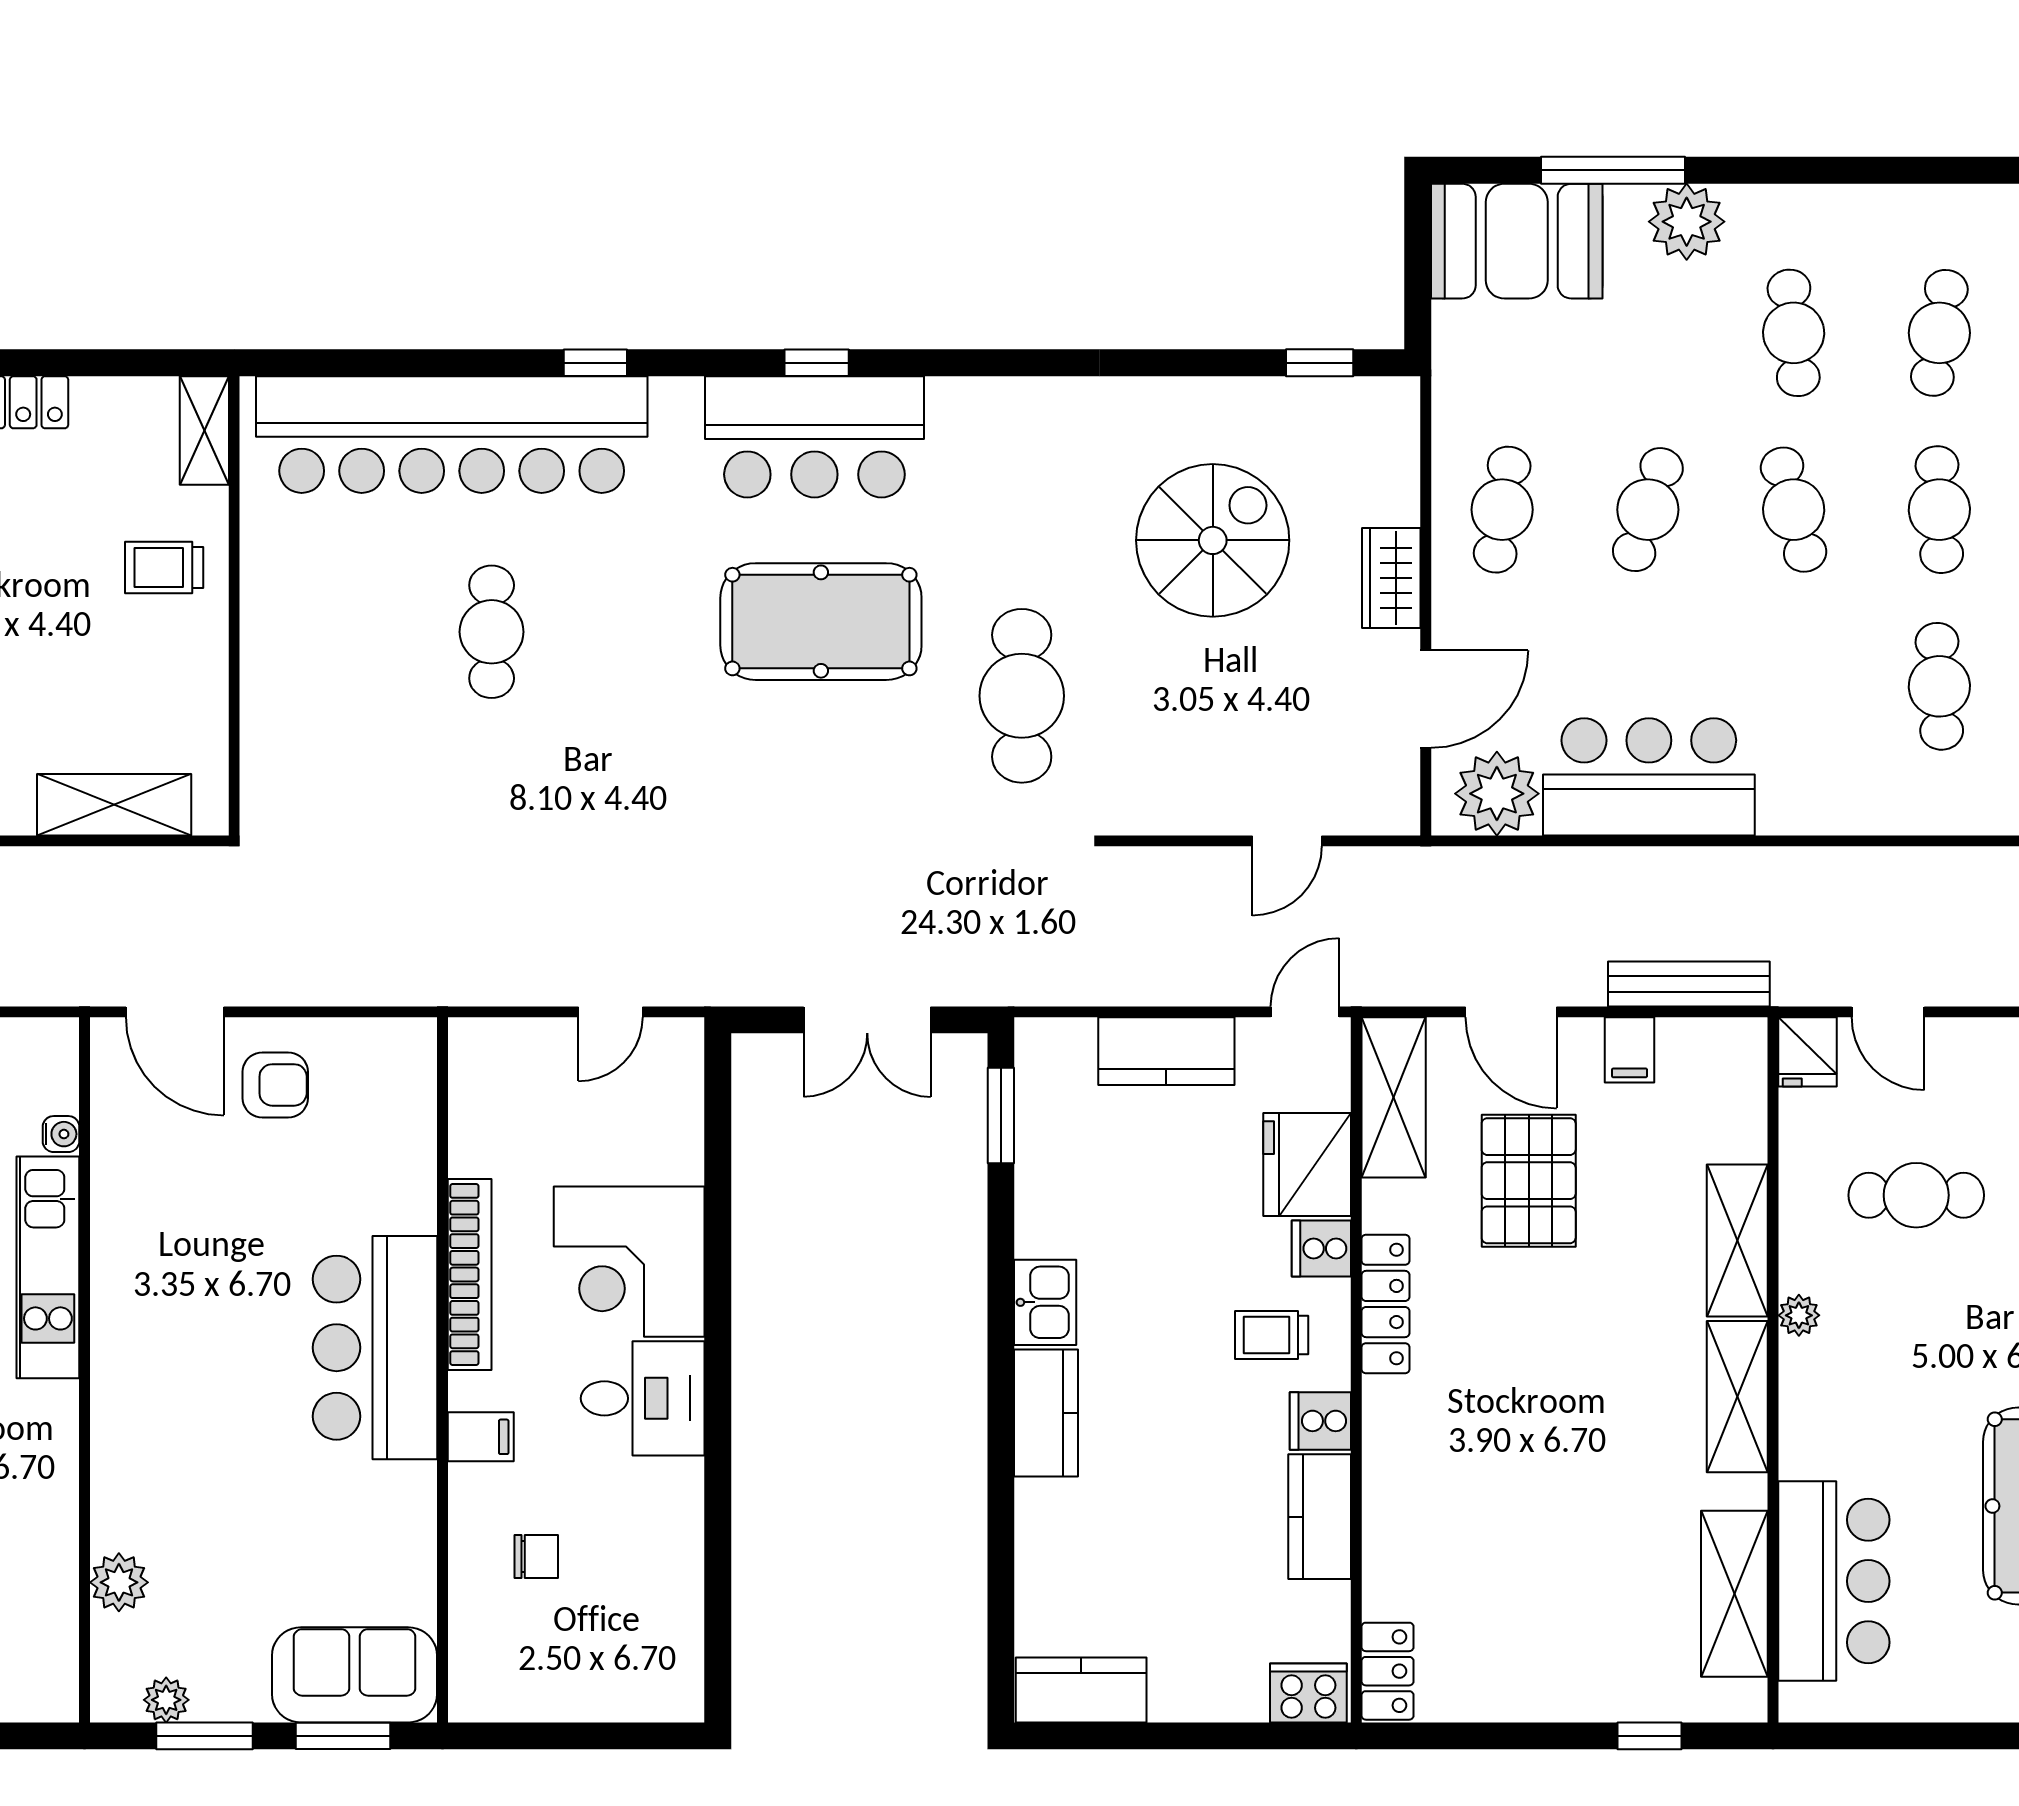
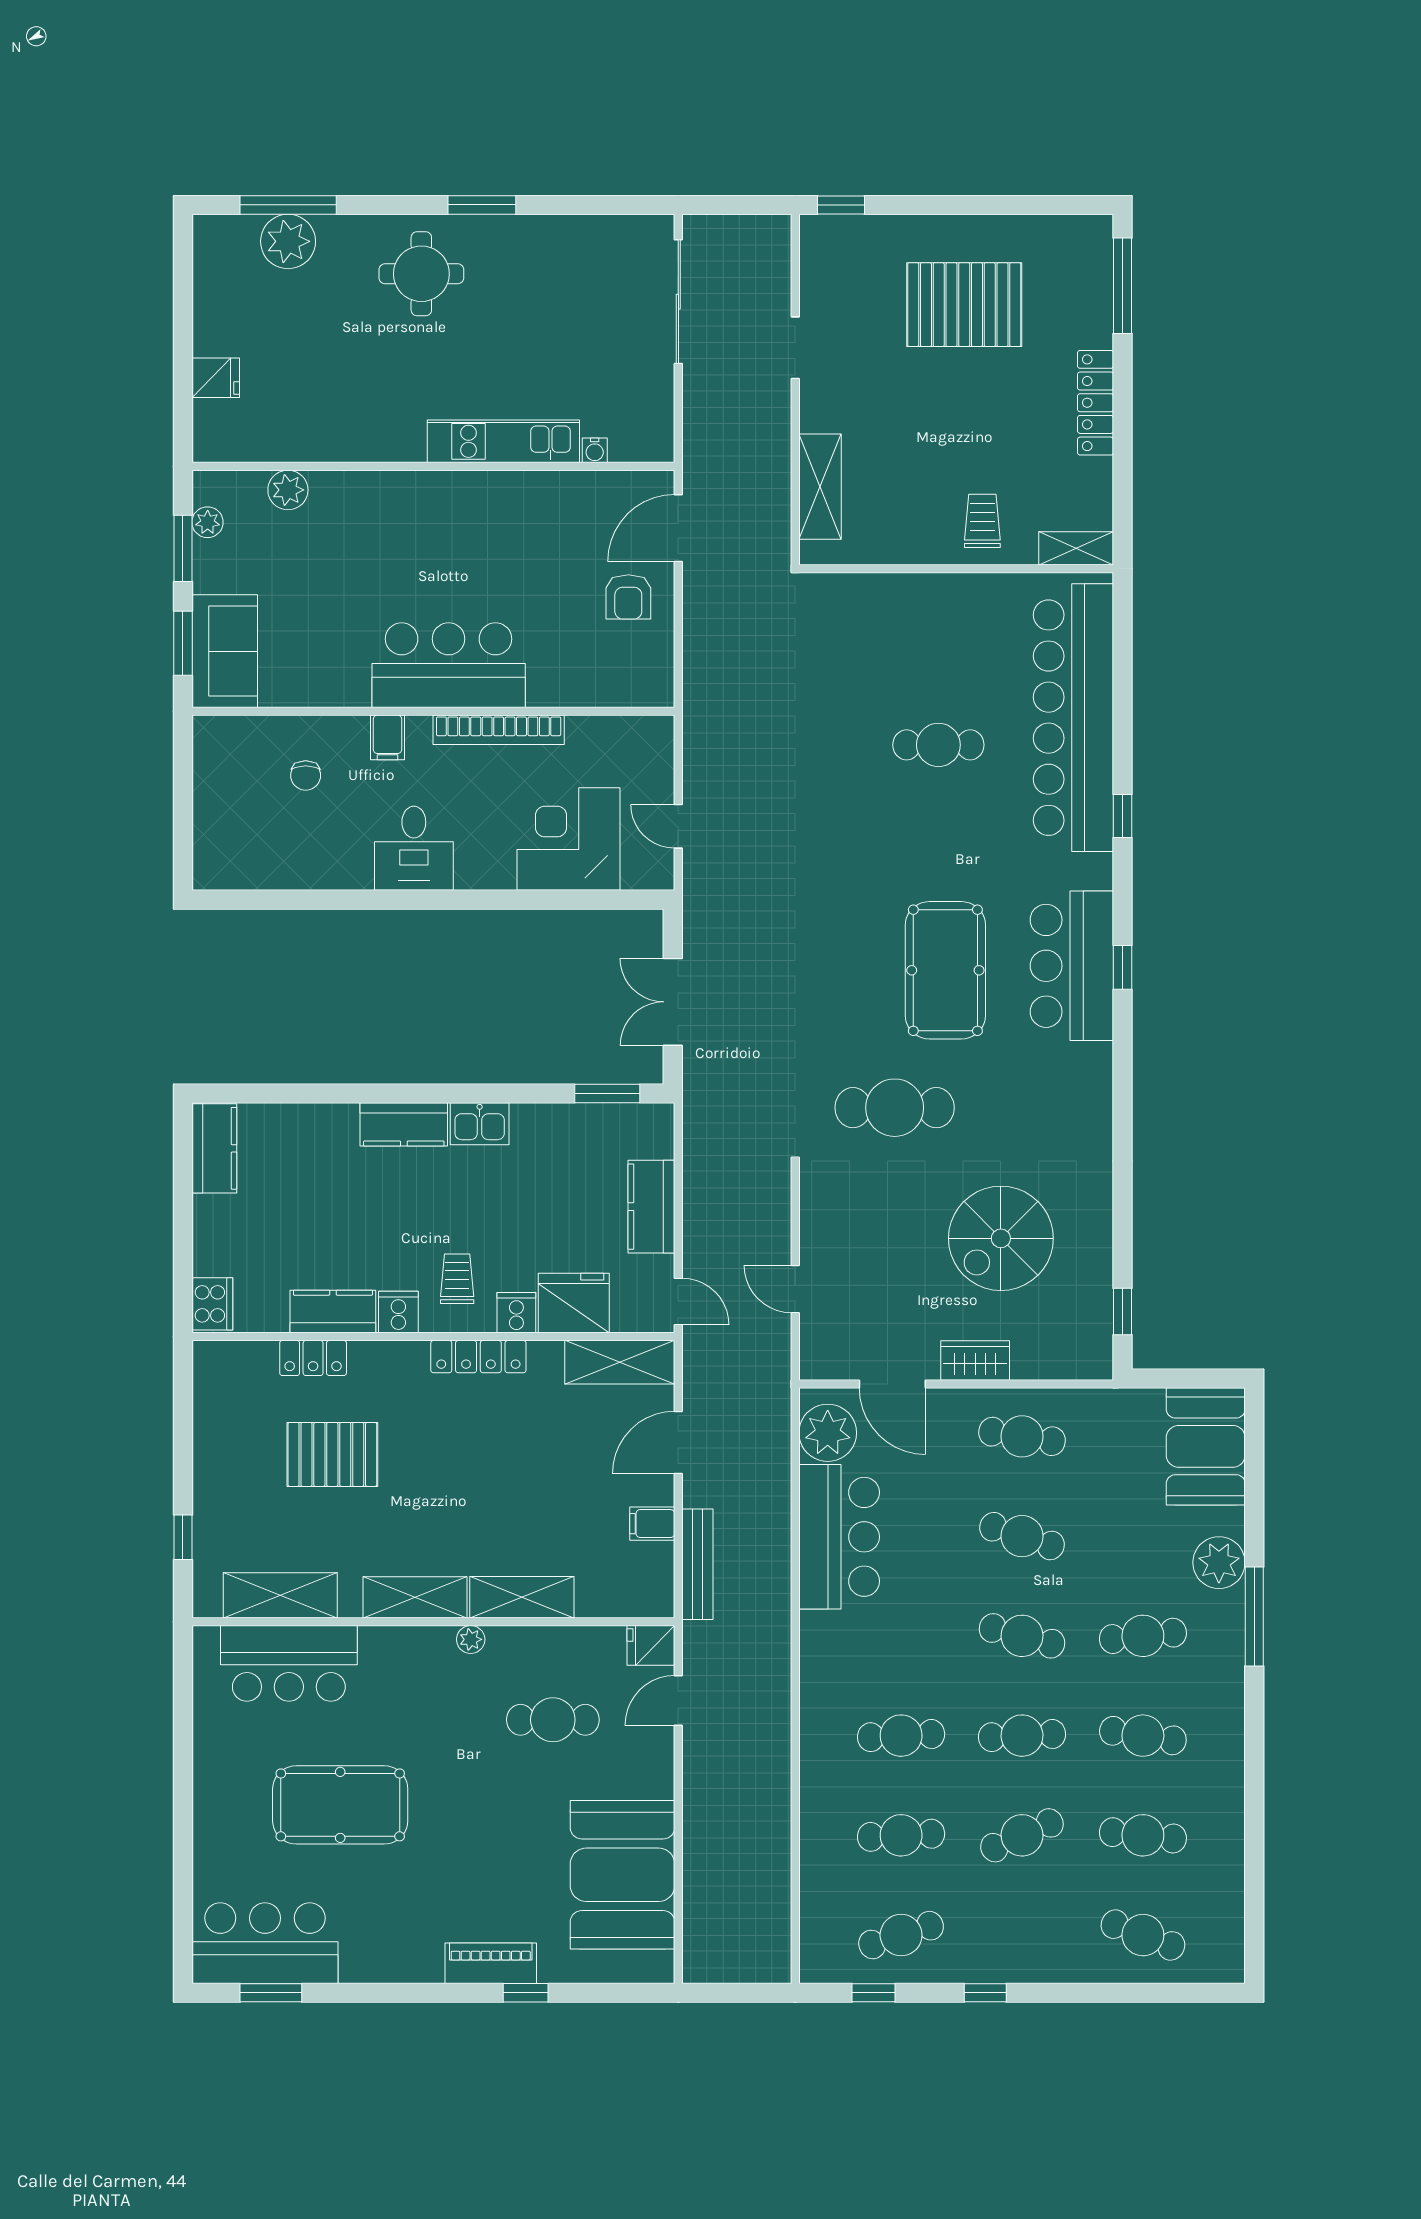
window: (1613, 170) -> (1254, 1616), moved
cafe table: (1794, 510) -> (1022, 1636), turned 30
spiral stairs: (1213, 540) -> (1001, 1238), turned 90
pallet: (1529, 1181) -> (332, 1454), moved
cafe table: (1916, 1195) -> (553, 1720), turned 90
corner desk: (629, 1262) -> (568, 839), moved
locker: (1388, 1671) -> (313, 1358), moved

